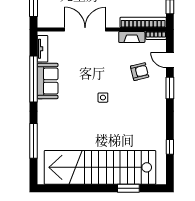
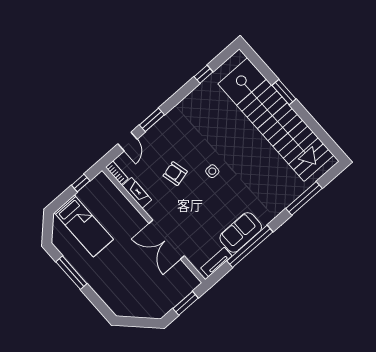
bookcase: (143, 22) -> (115, 194), removed
armchair: (140, 72) -> (175, 174), moved
window: (128, 188) -> (284, 92), moved

